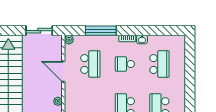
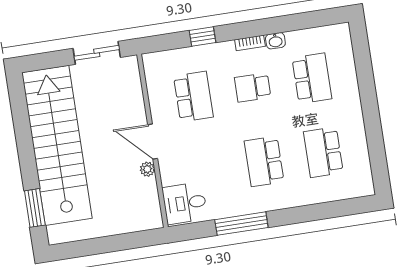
window: (101, 31) -> (202, 36), width x0.46
plant: (69, 40) -> (150, 61), removed
door: (63, 71) -> (153, 142), moved

